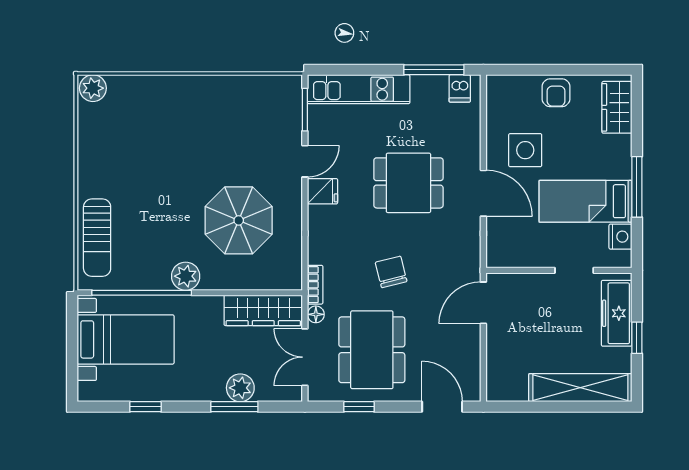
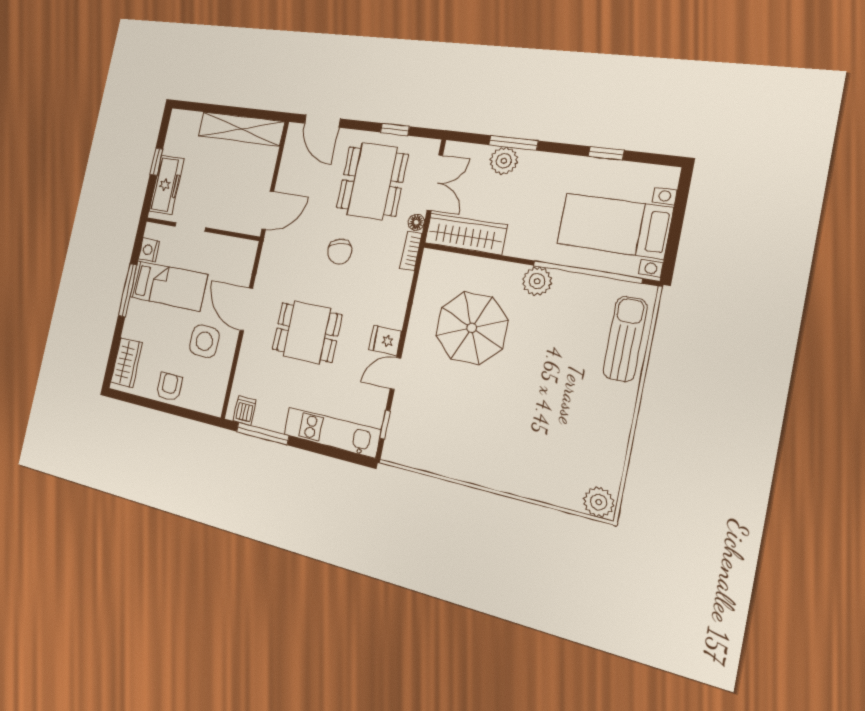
window: (305, 110) -> (385, 425), width x0.67
shelving: (580, 388) -> (241, 129), moved

